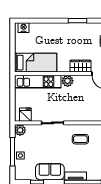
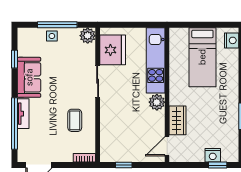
bed: (36, 63) -> (202, 57), moved
fridge: (25, 115) -> (113, 50), width x1.88, depth x1.34

